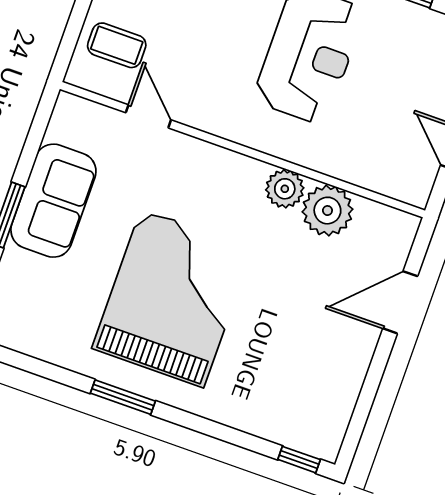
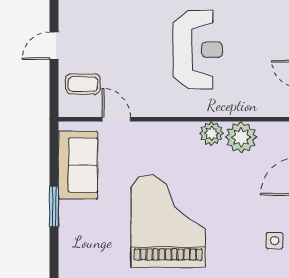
sofa: (53, 201) -> (78, 165), moved
side table: (323, 385) -> (275, 241), added

